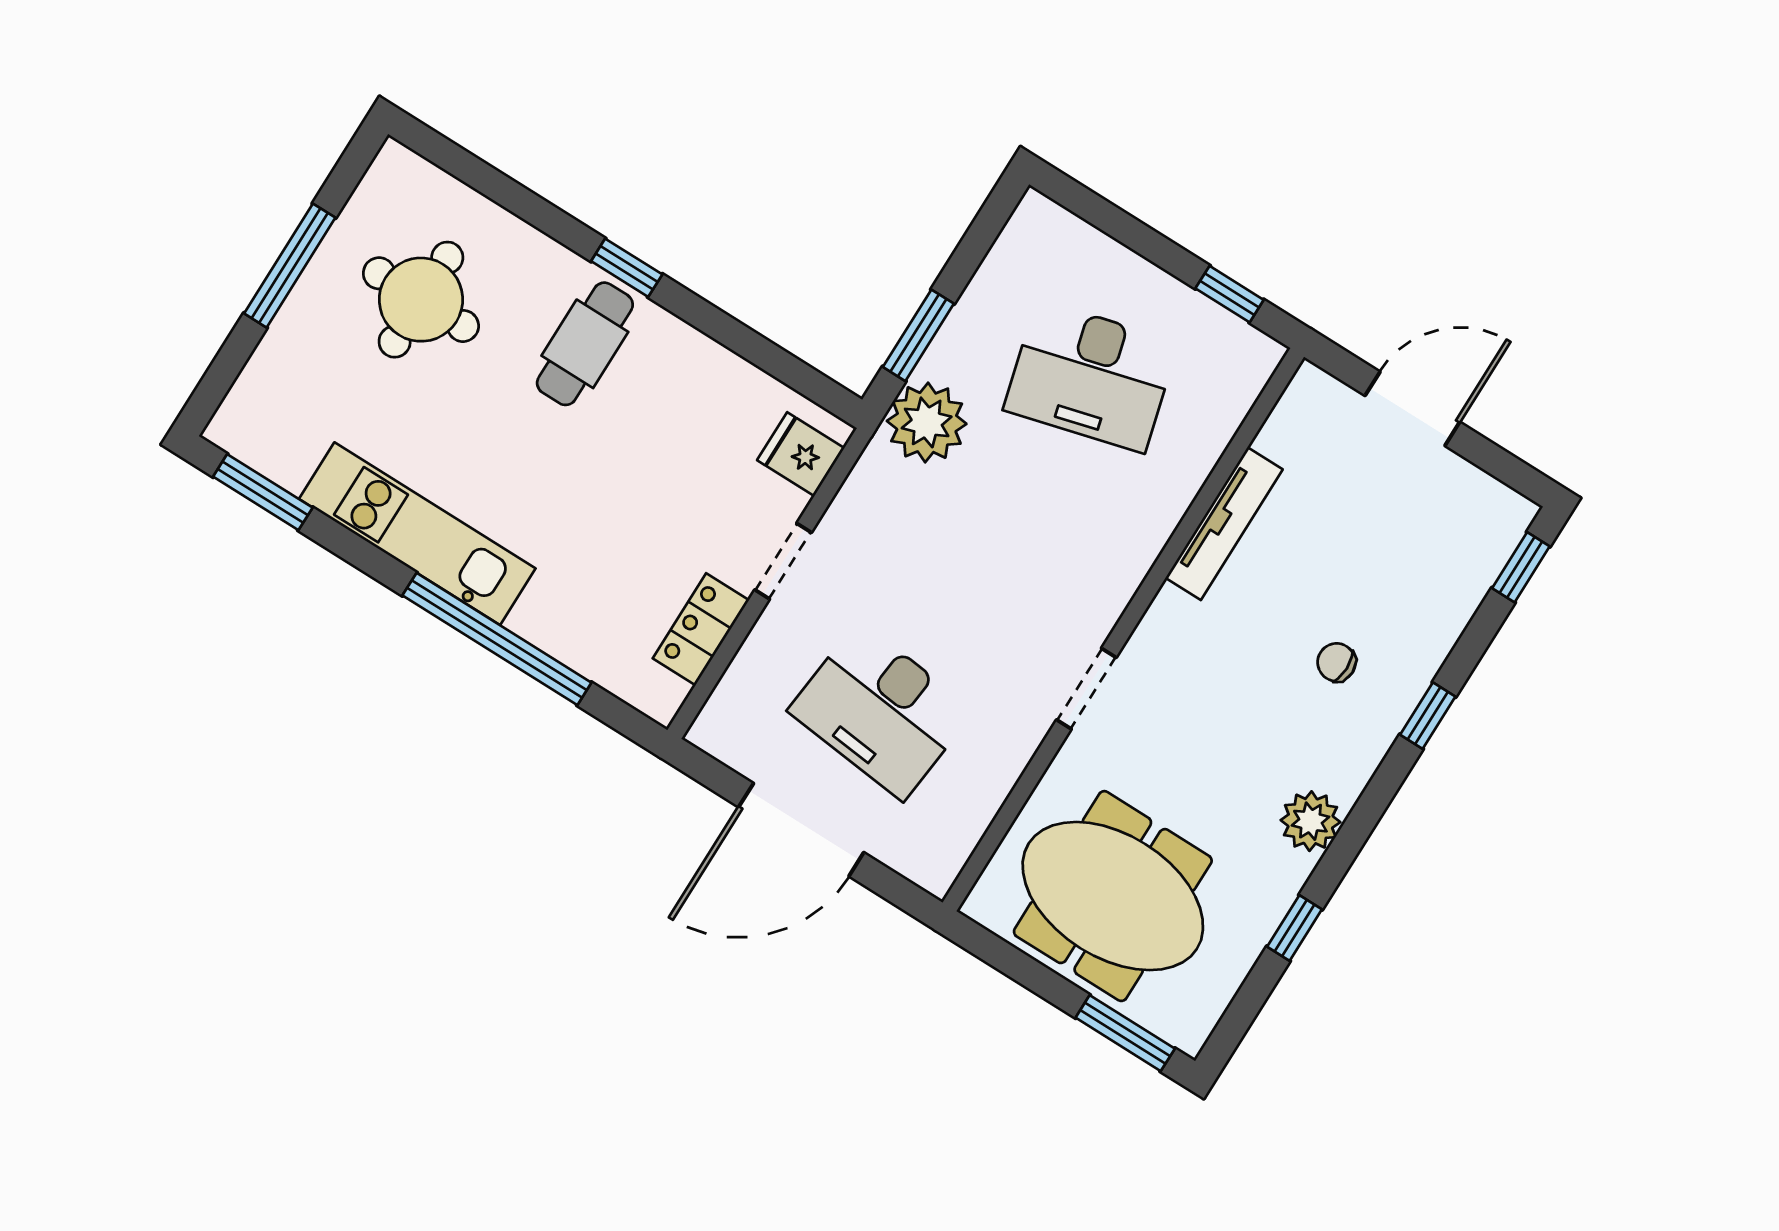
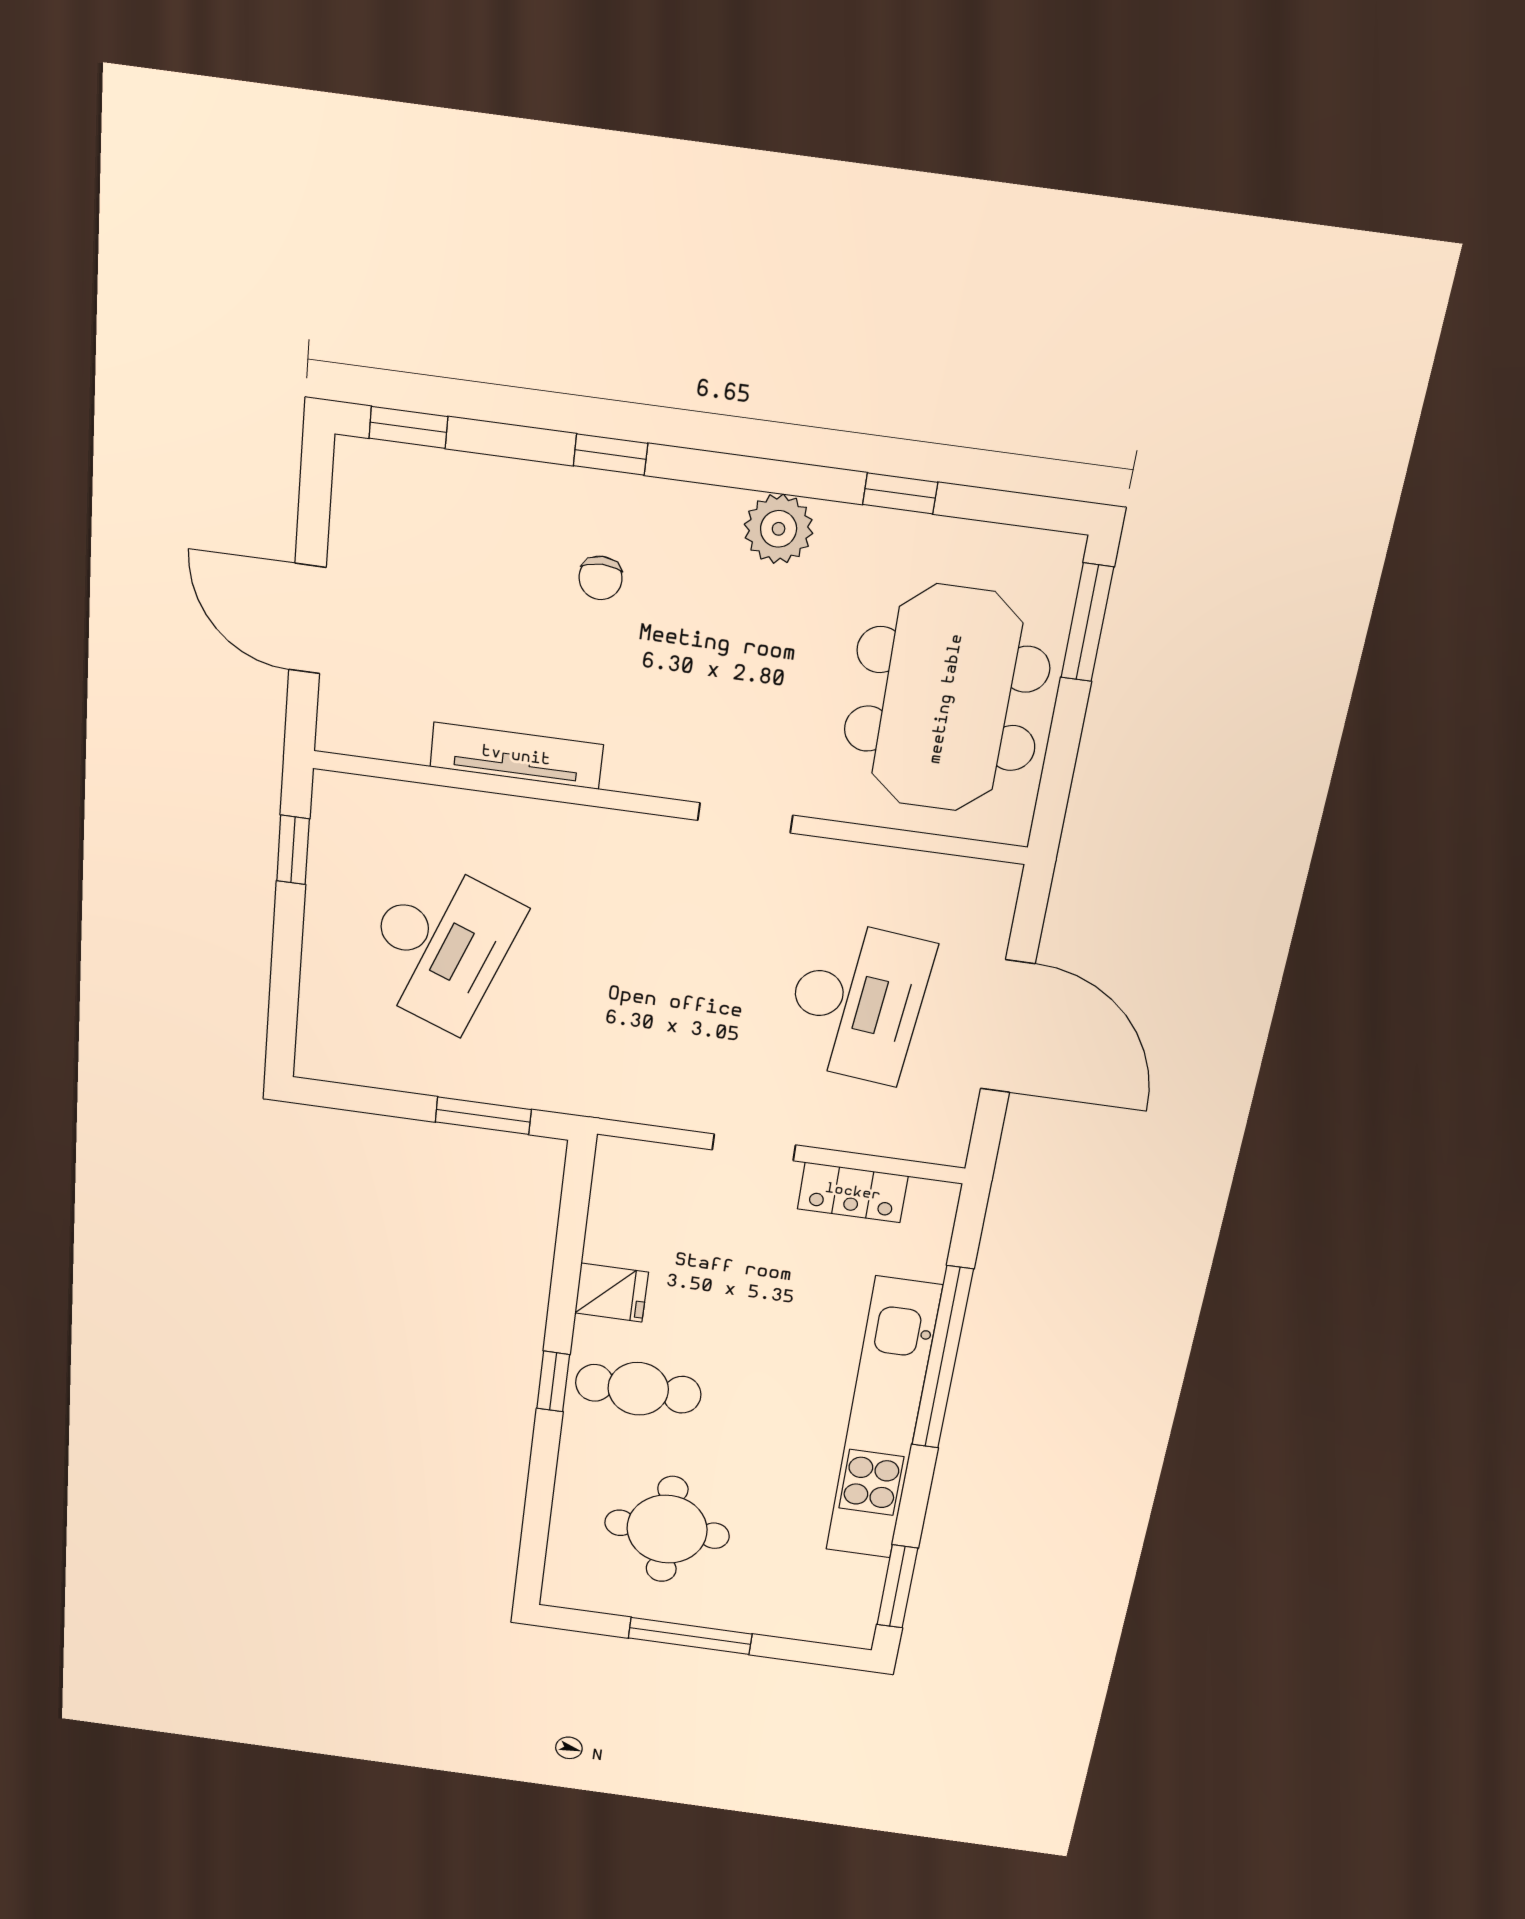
desk: (1091, 376) -> (439, 945), turned 36
plant: (927, 422) -> (560, 1075), removed
fridge: (801, 454) -> (612, 1293), moved, turned -90
kitchen unit: (417, 534) -> (883, 1420), width x1.36

